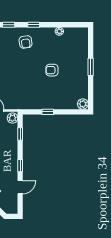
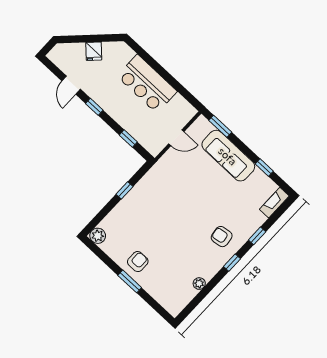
armchair: (52, 70) -> (138, 262), moved
plant: (12, 118) -> (153, 146), removed

